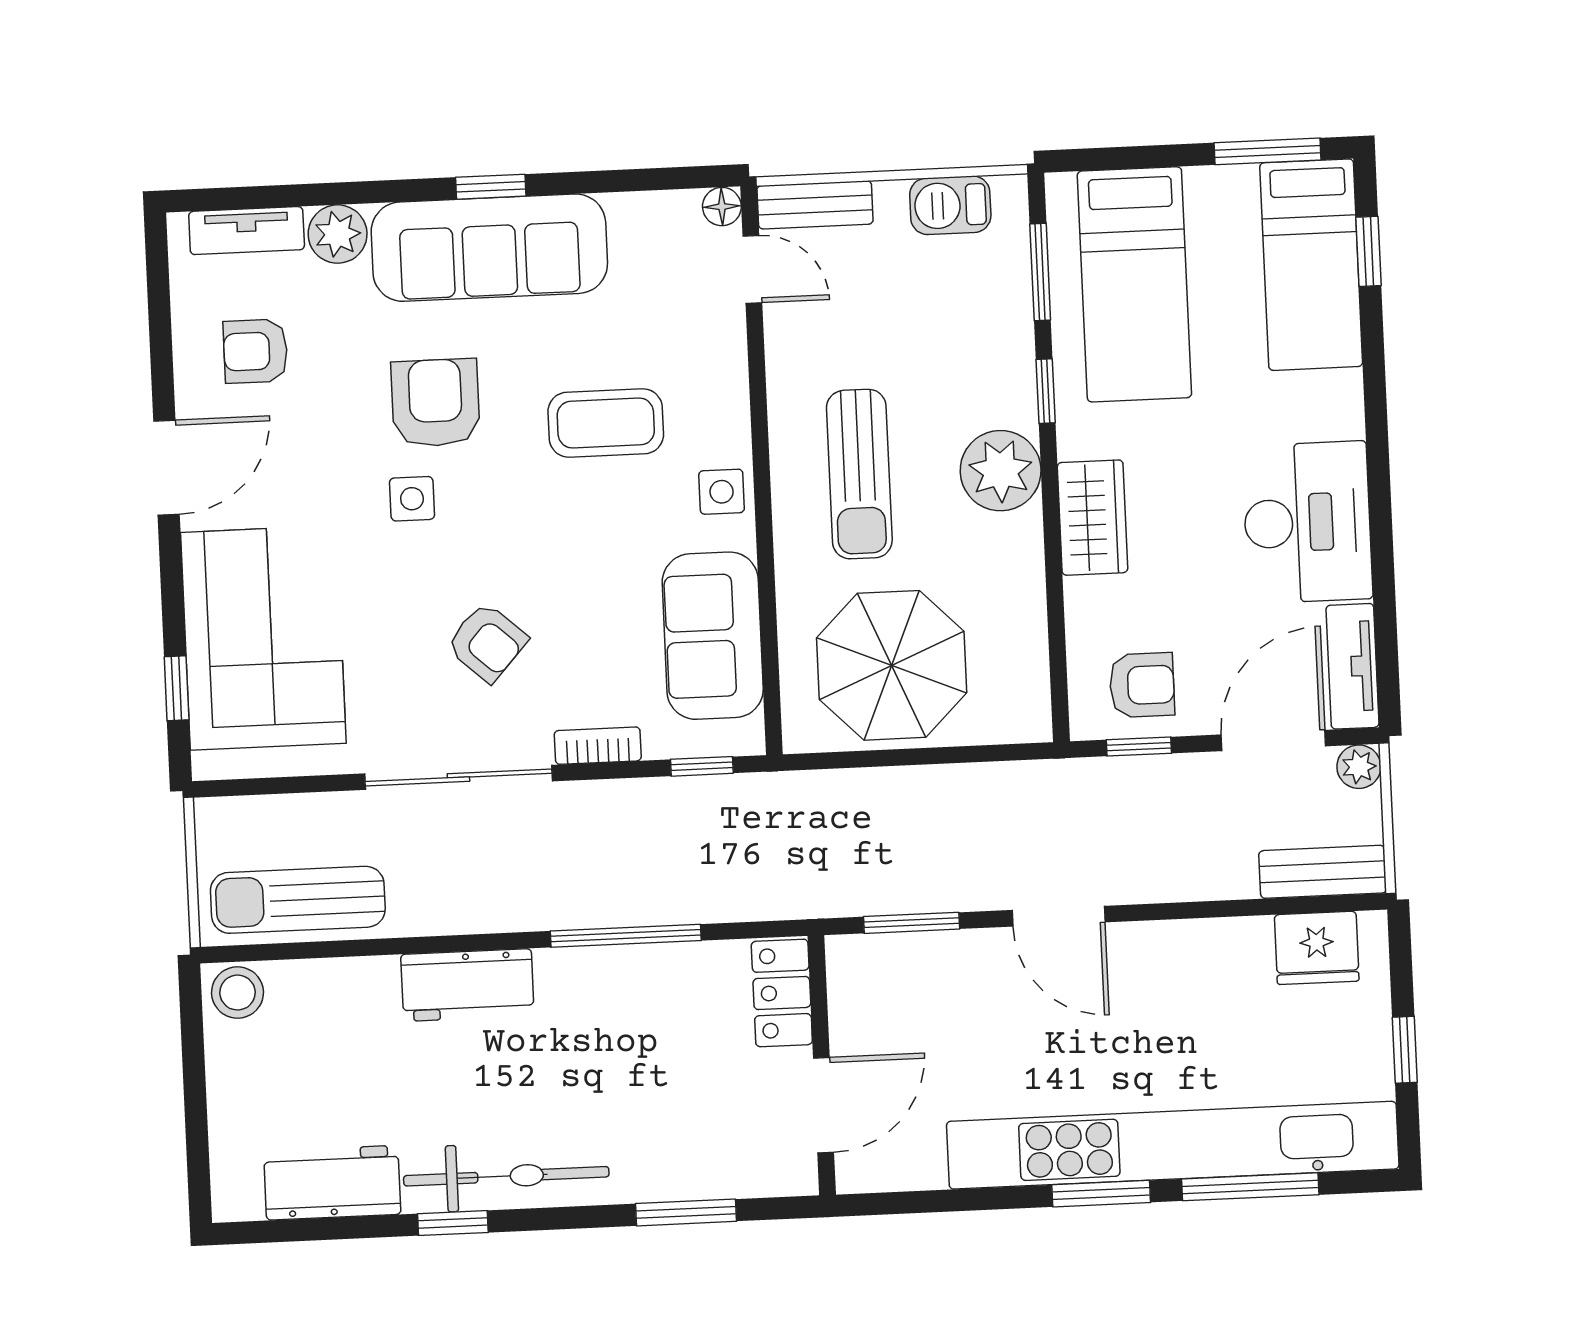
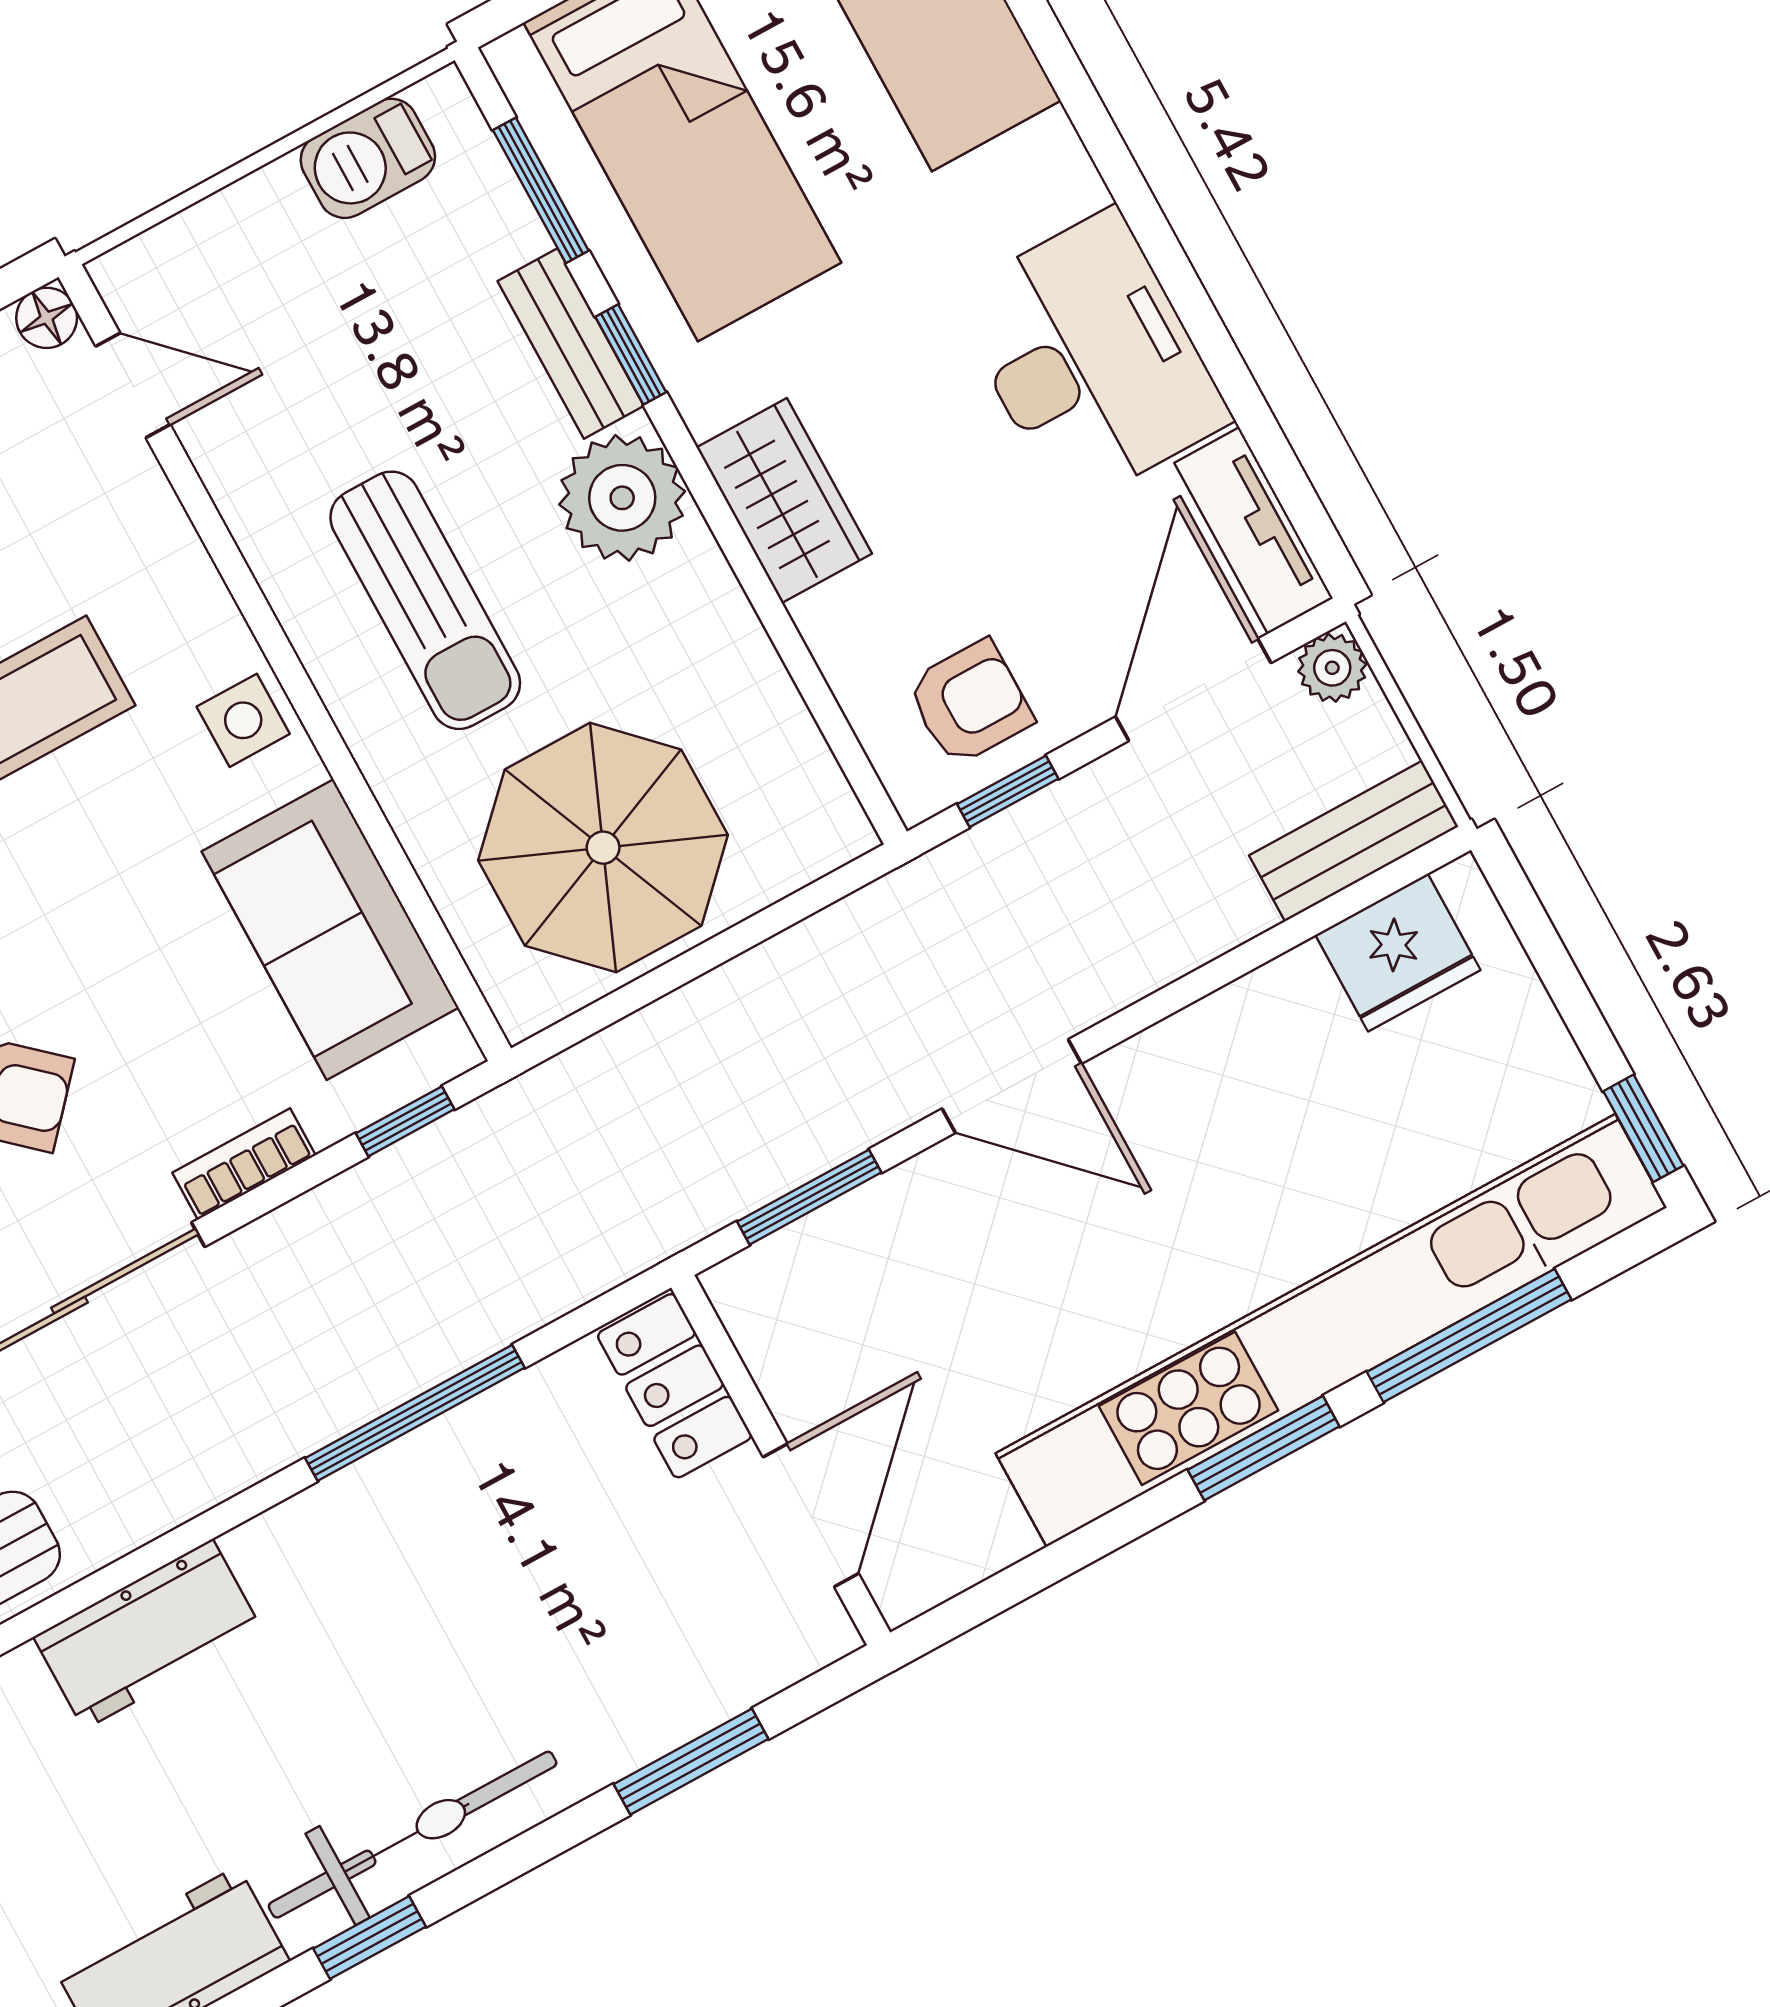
bench: (815, 205) -> (571, 343), moved, turned 90
workbench: (467, 985) -> (148, 1634), moved
window: (1405, 1050) -> (1643, 1128), moved

